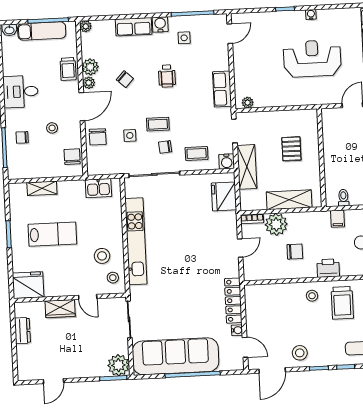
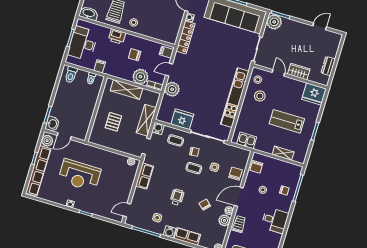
fridge: (224, 196) -> (182, 119), moved, turned -90
plant: (226, 222) -> (172, 89), added
filing cabinet: (252, 271) -> (166, 52), added

